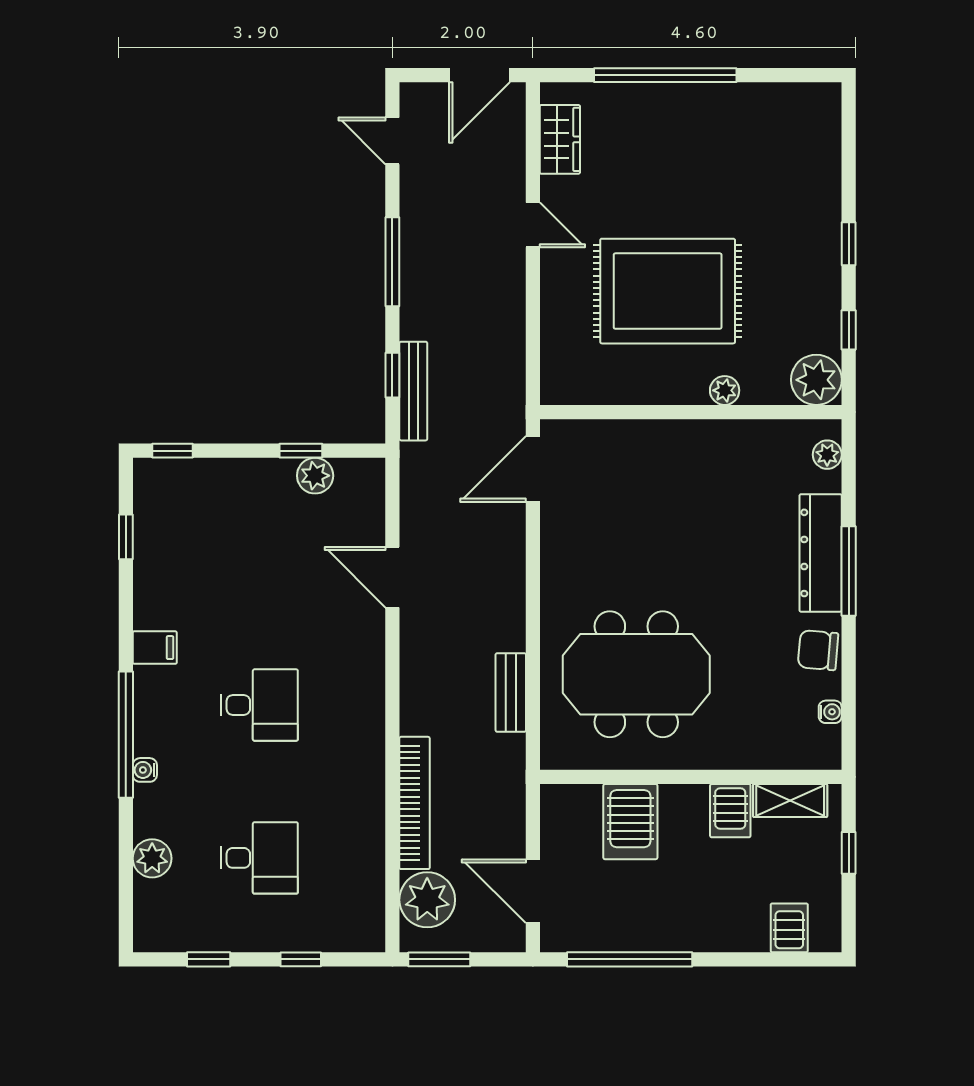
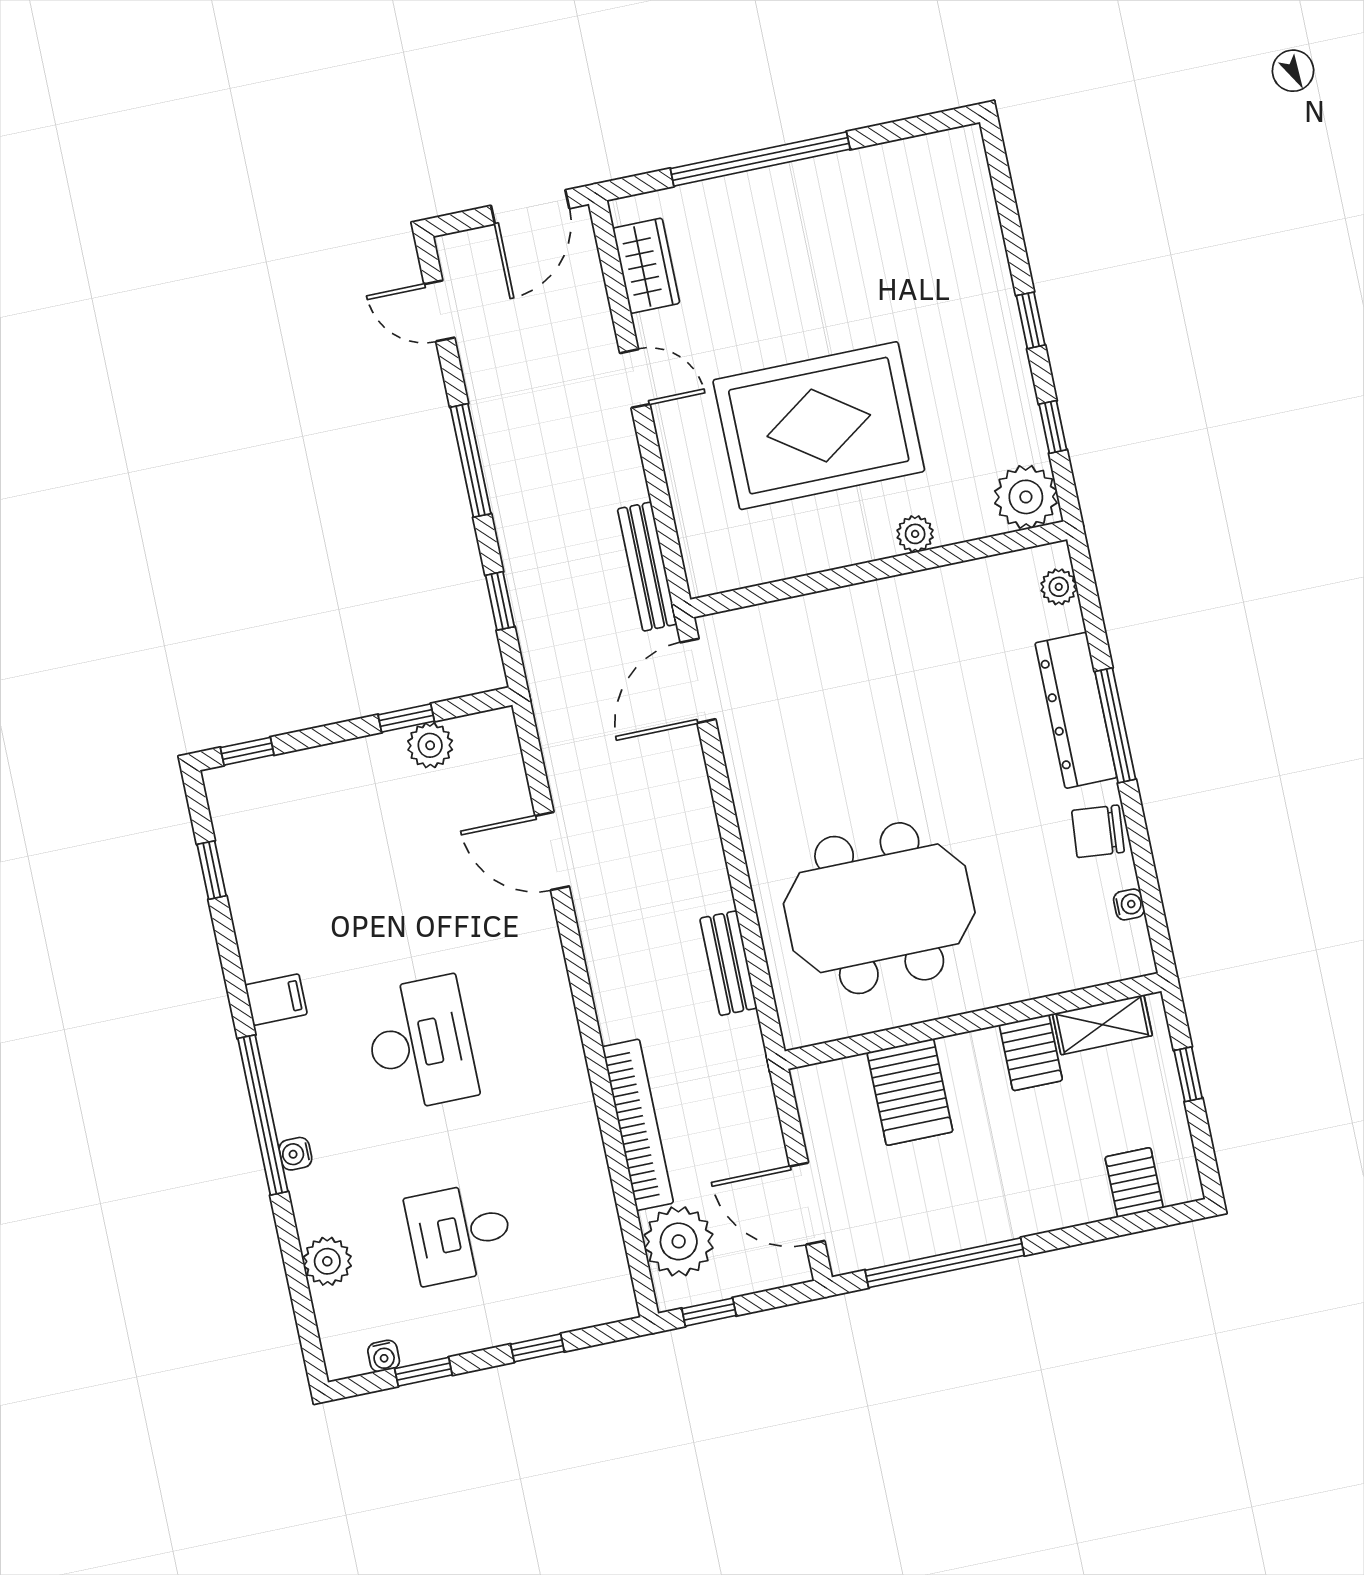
bench: (413, 391) -> (647, 567), moved
desk: (259, 705) -> (420, 1044), width x1.37
desk: (259, 858) -> (460, 1233), turned 180
water cooler: (180, 941) -> (384, 1356), added
window: (439, 959) -> (709, 1312), width x0.67

